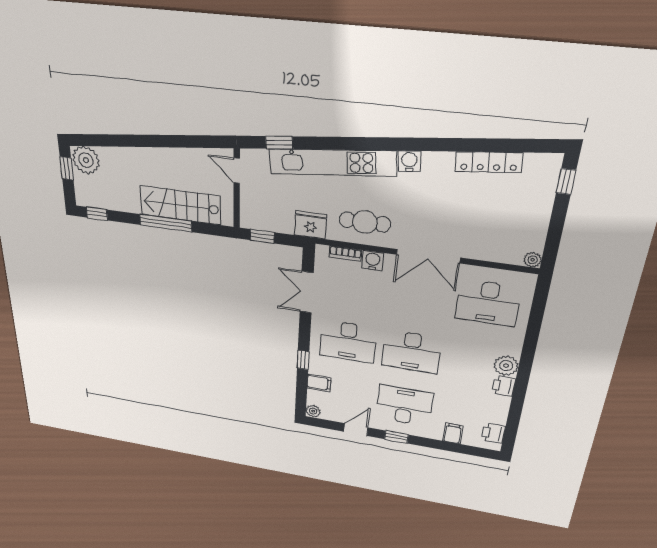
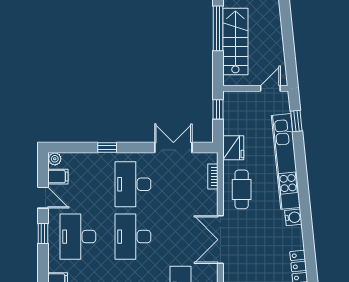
water cooler: (373, 261) -> (210, 198), removed
filing cabinet: (319, 383) -> (58, 177), moved, turned -90
desk: (404, 406) -> (78, 237), turned 180

